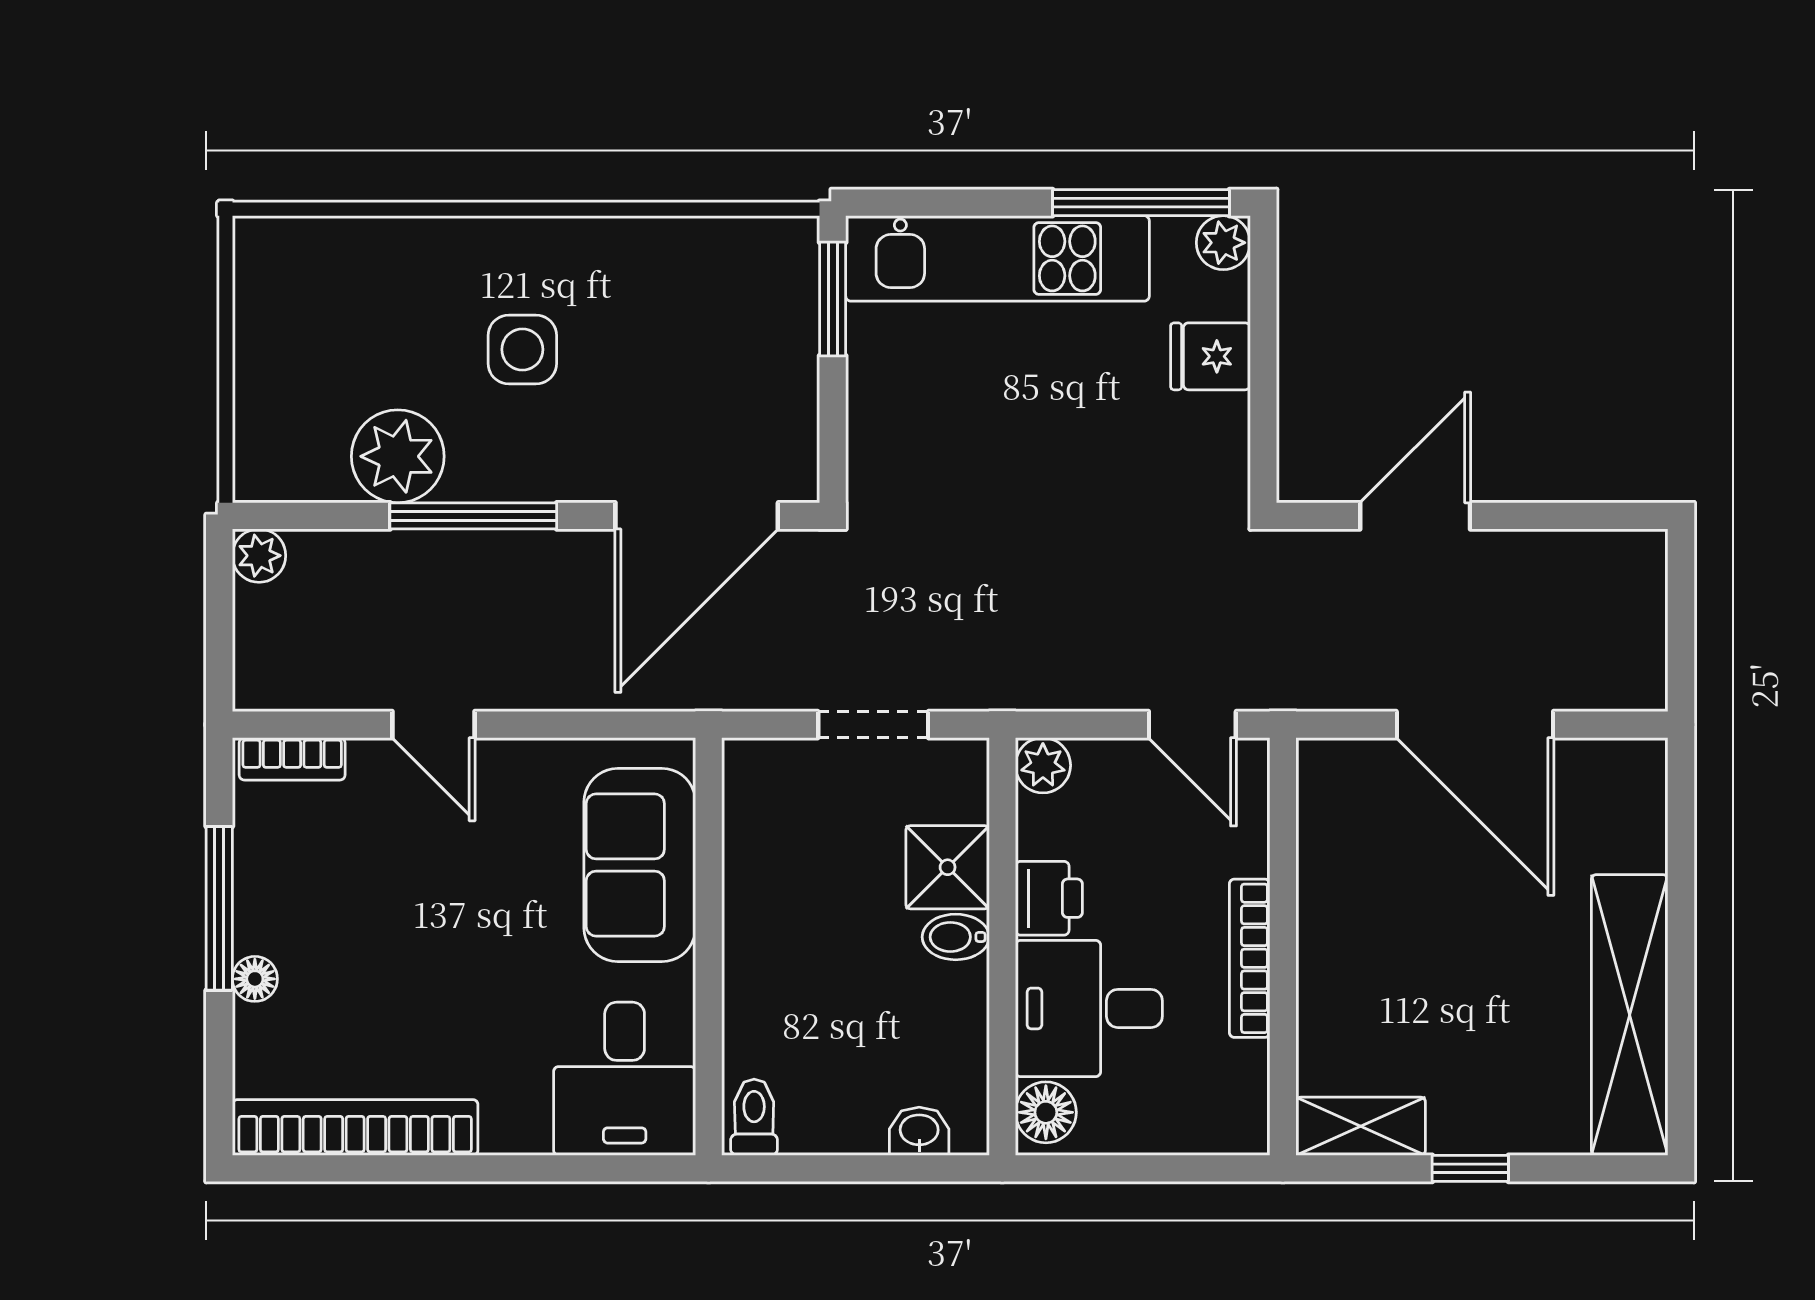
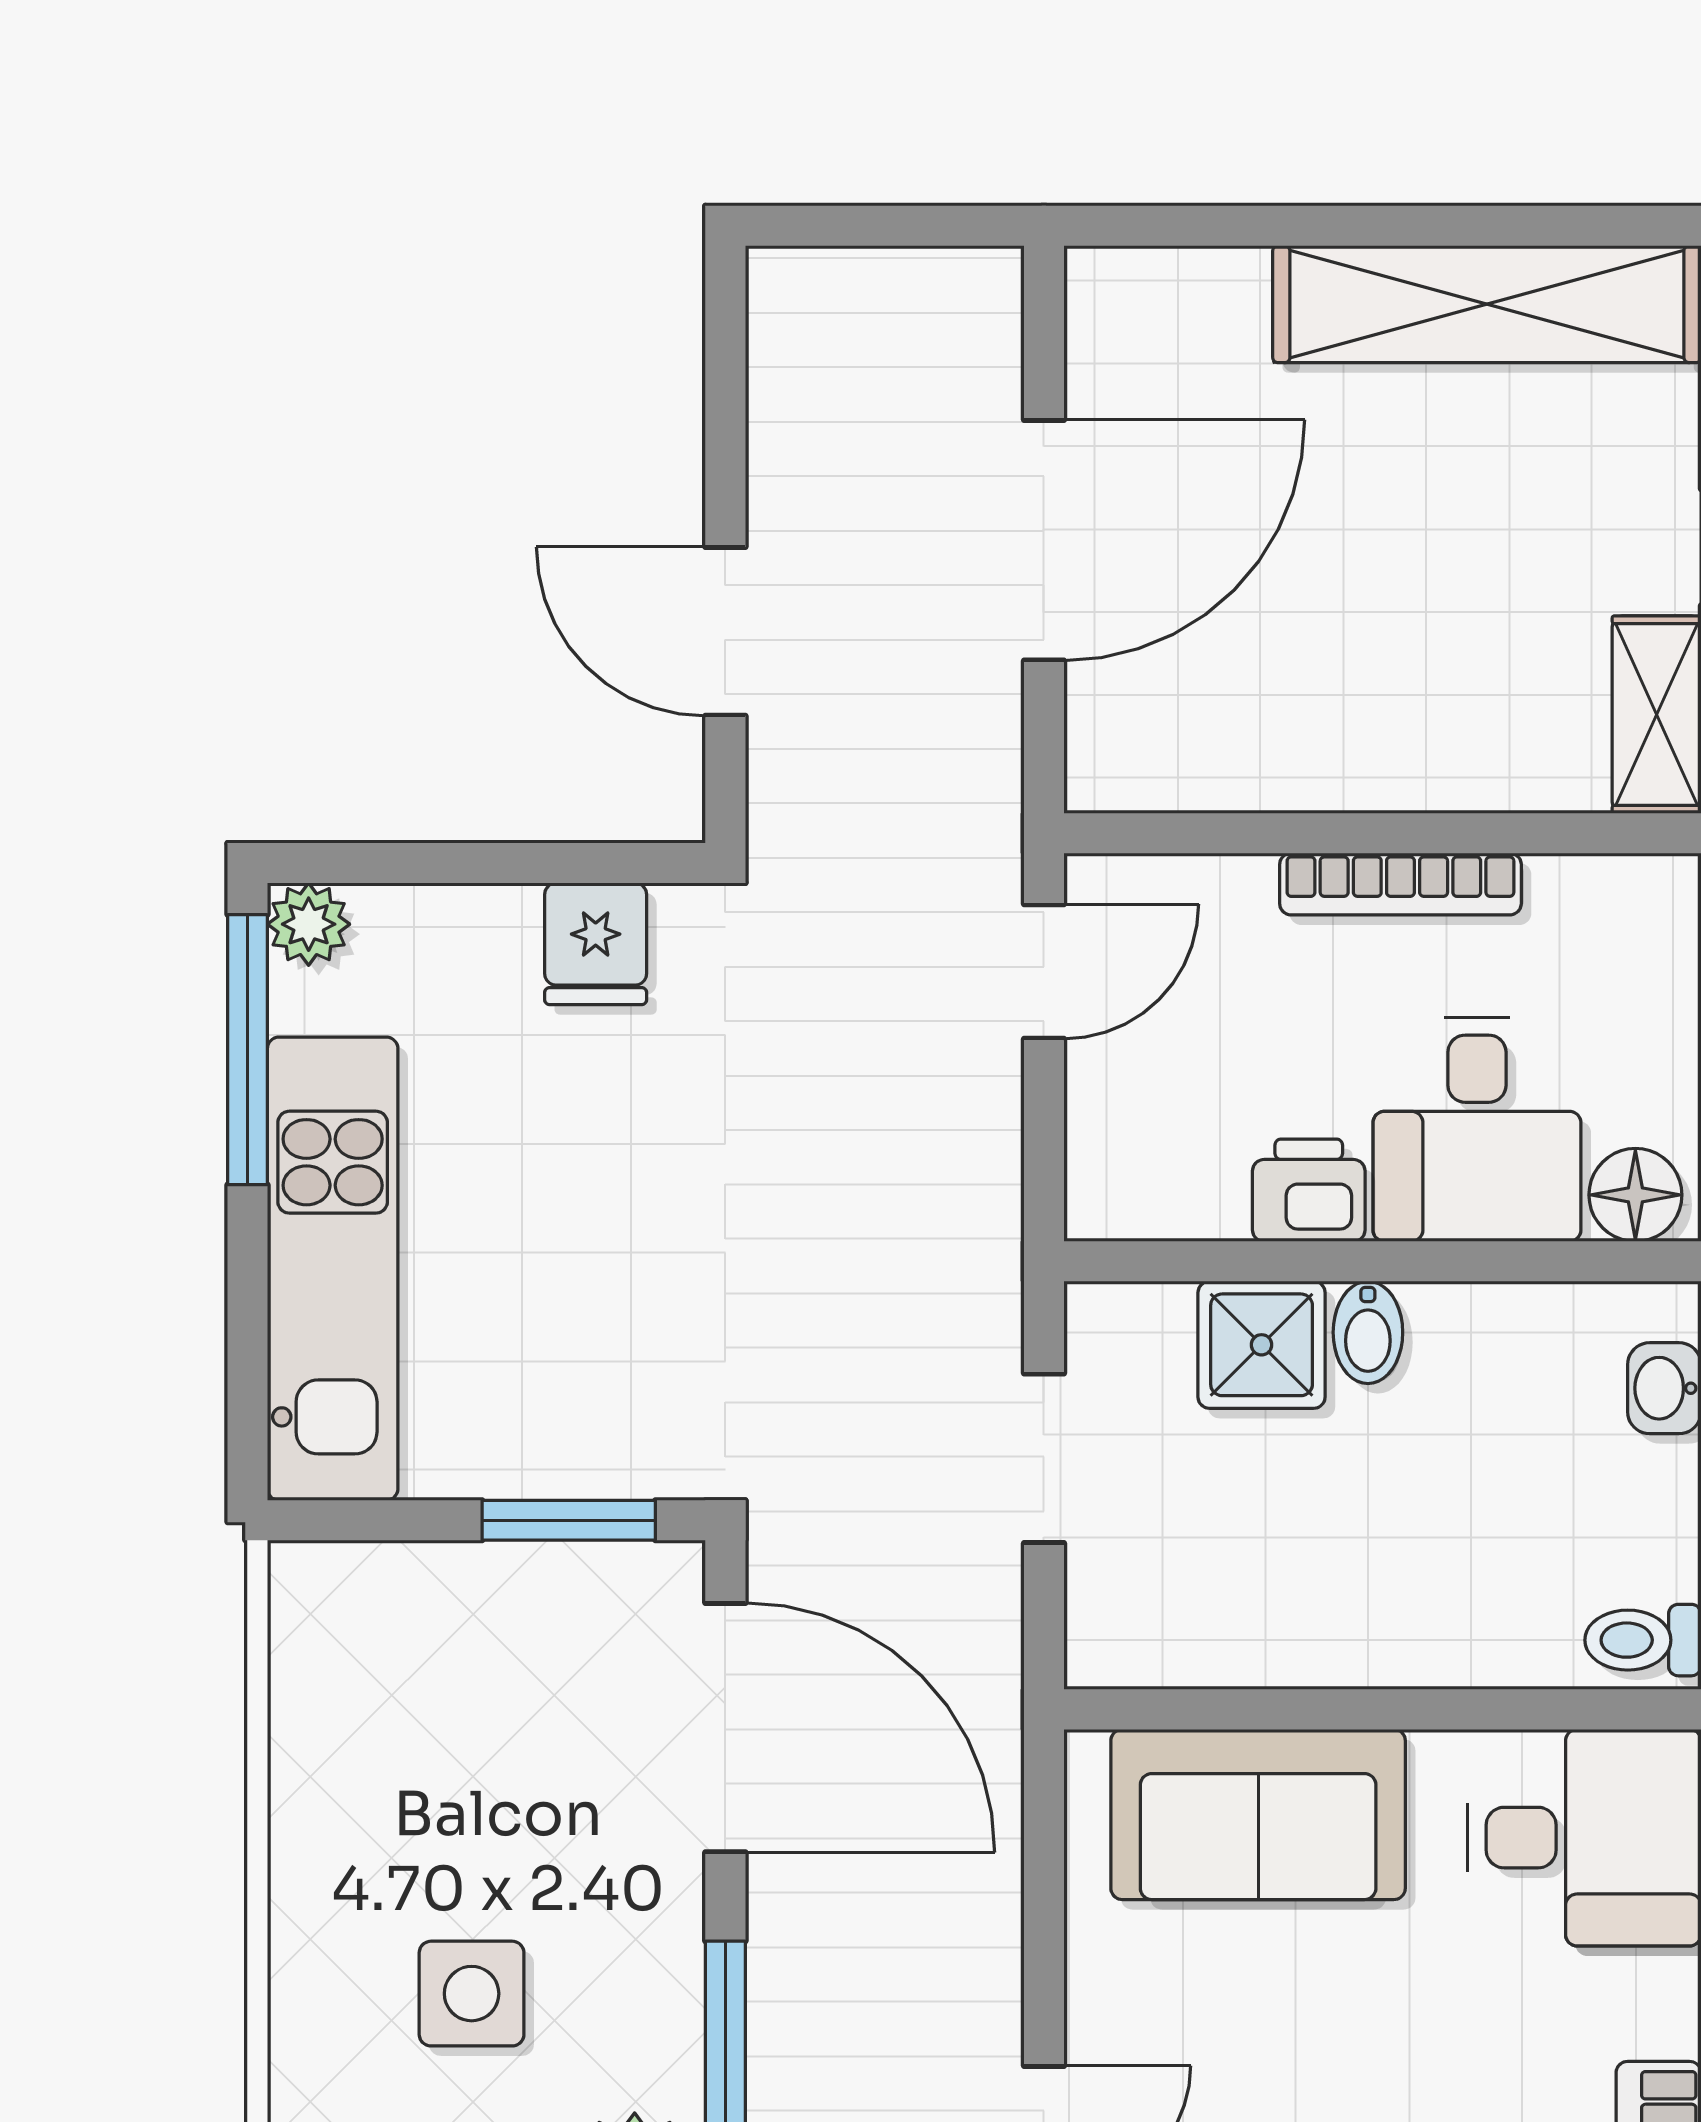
window: (833, 299) -> (569, 1520), moved
fridge: (1210, 356) -> (596, 944), moved
plant: (1043, 765) -> (1106, 1199), removed

